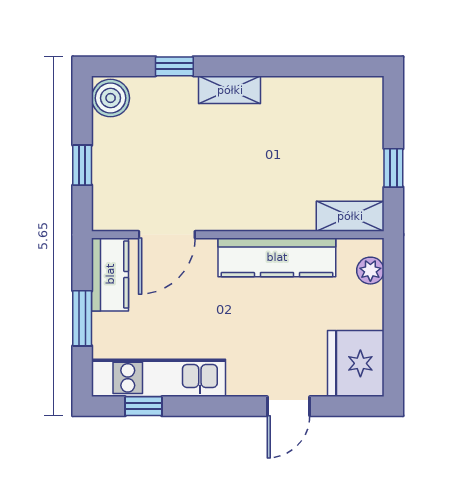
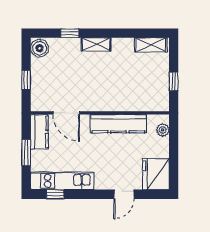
shelving: (350, 216) -> (151, 45), moved
door: (167, 235) -> (66, 113), hinge flipped

